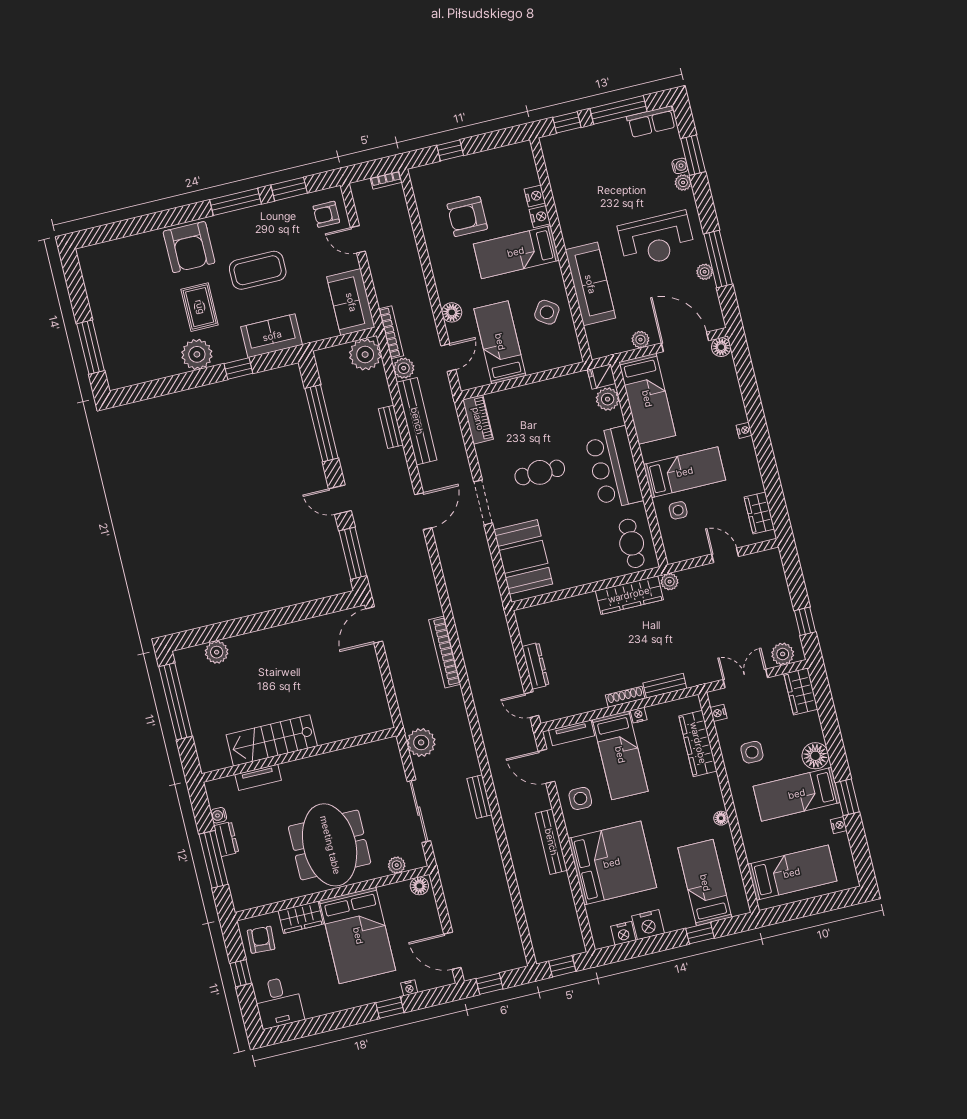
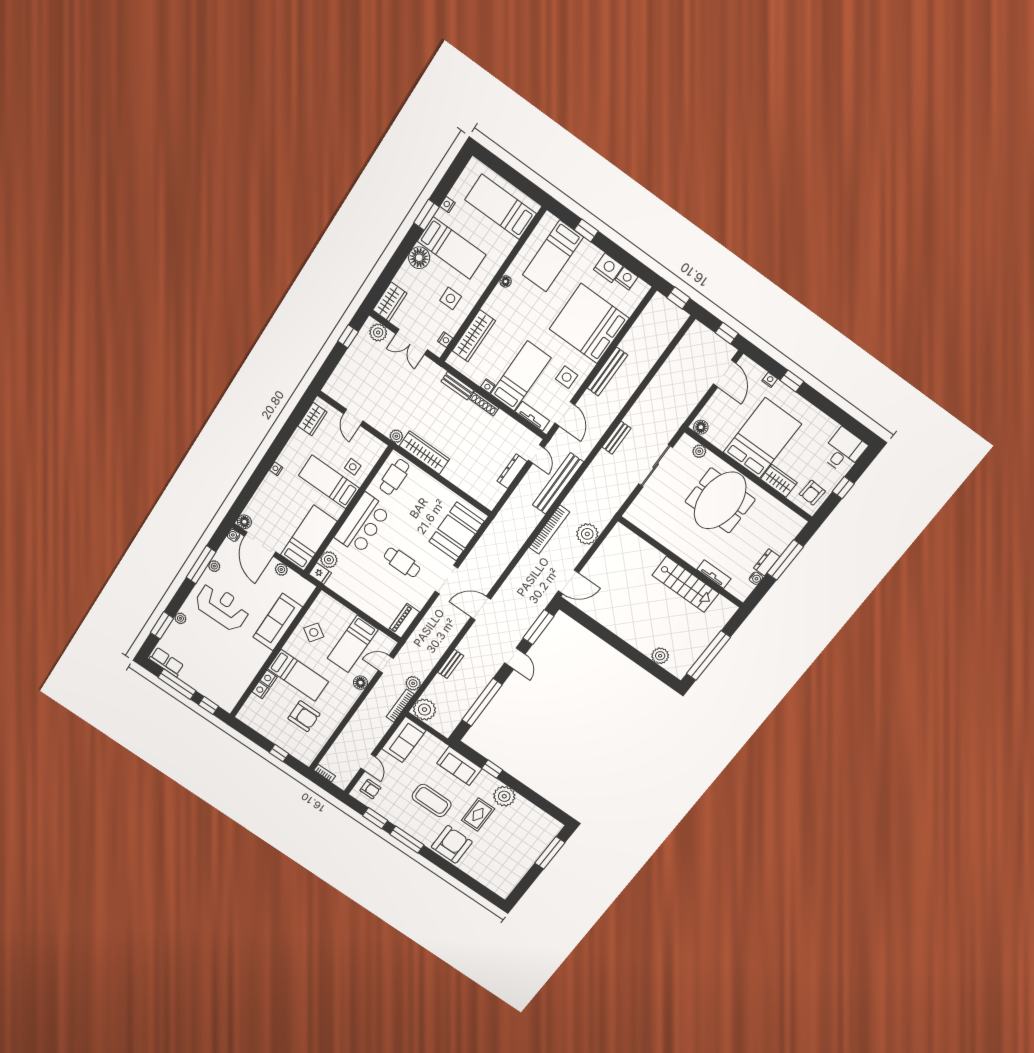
water cooler: (680, 166) -> (234, 535), moved
bench: (417, 421) -> (558, 483), moved
plant: (421, 742) -> (587, 534), moved

